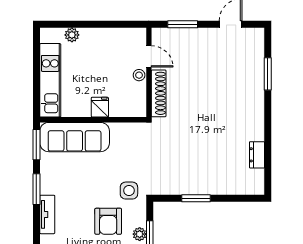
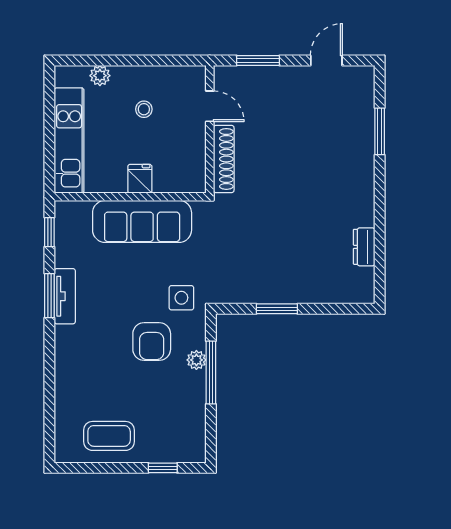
stool: (139, 75) -> (144, 109), moved
sofa: (75, 137) -> (142, 221), moved
window: (36, 145) -> (49, 232), width x0.67
tv unit: (47, 214) -> (65, 296), moved

